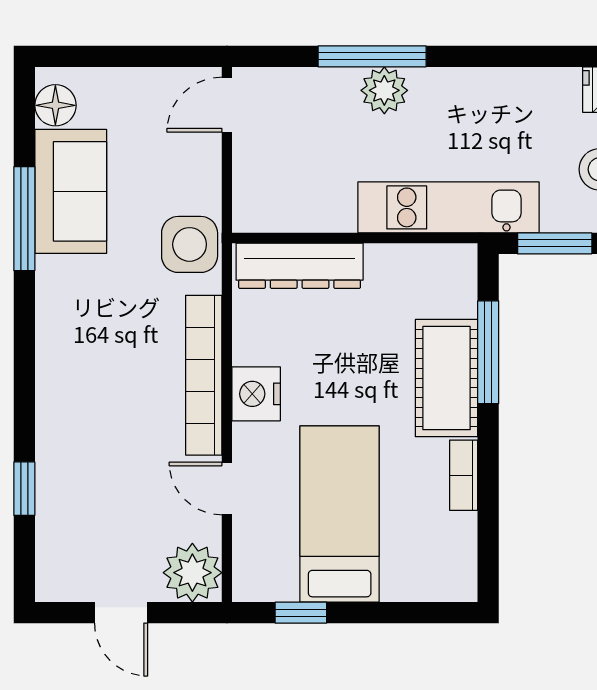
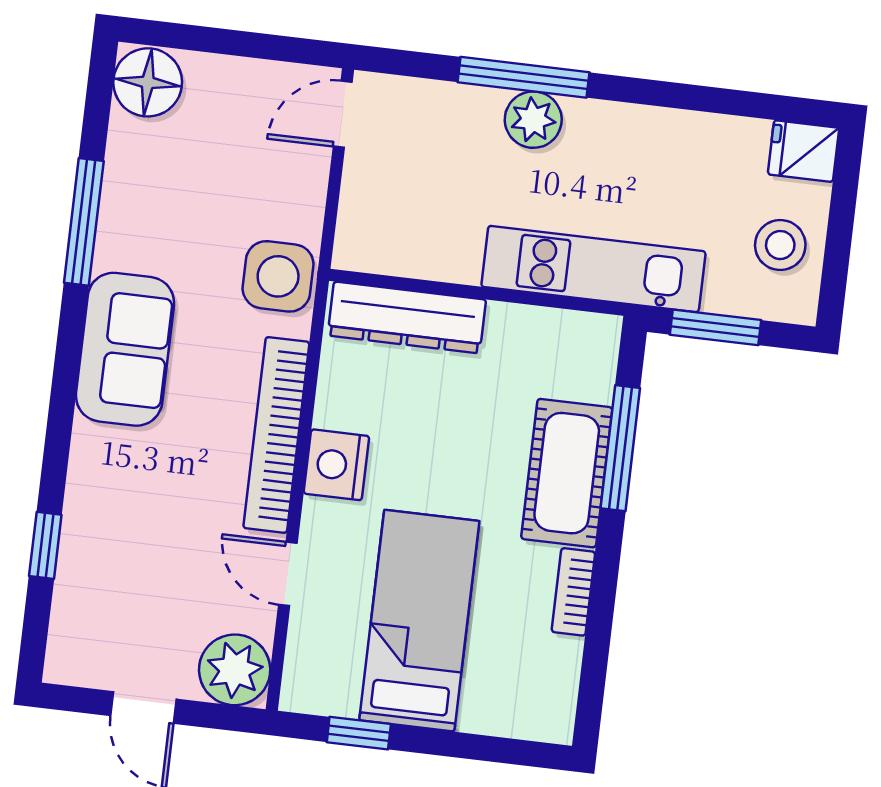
floor lamp: (55, 105) -> (148, 82), width x1.38, depth x1.38
sofa: (71, 191) -> (125, 349), moved

